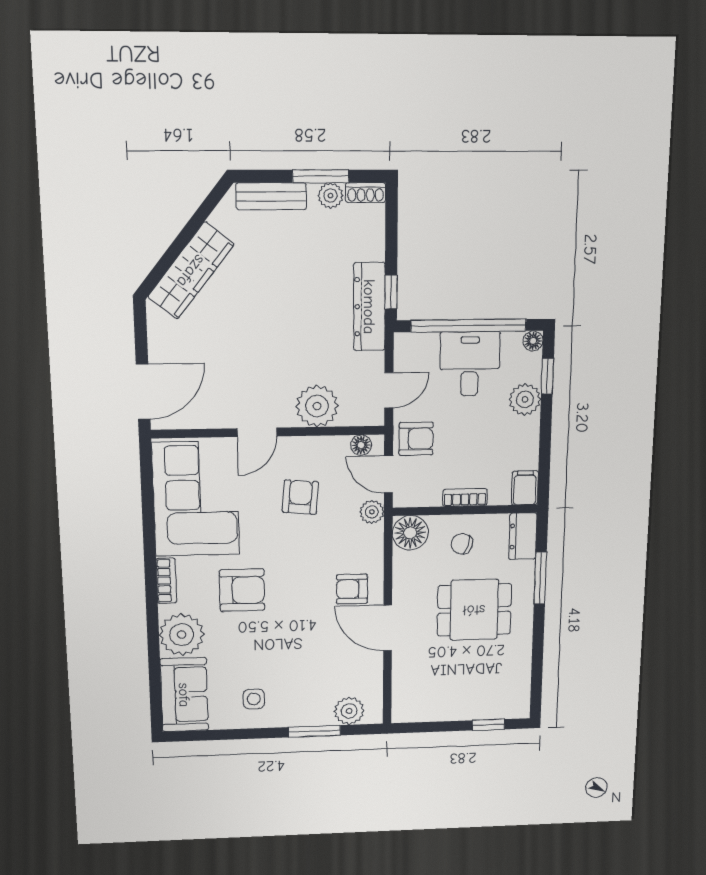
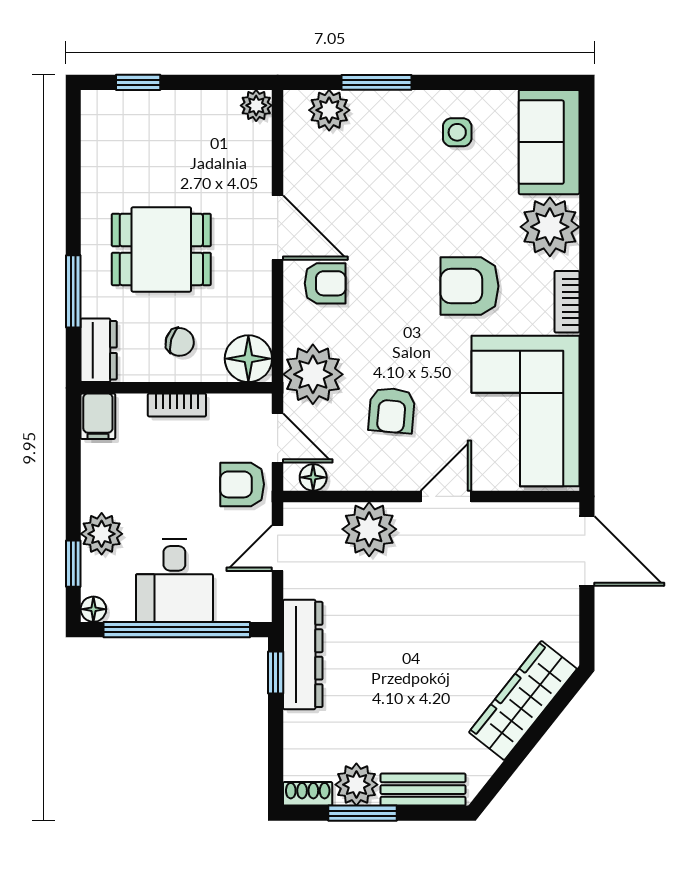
plant: (331, 196) -> (356, 785), width x1.38, depth x1.38
door: (143, 392) -> (587, 551), swing flipped
plant: (372, 512) -> (313, 374), width x1.88, depth x1.88
plant: (403, 712) -> (256, 105), added

